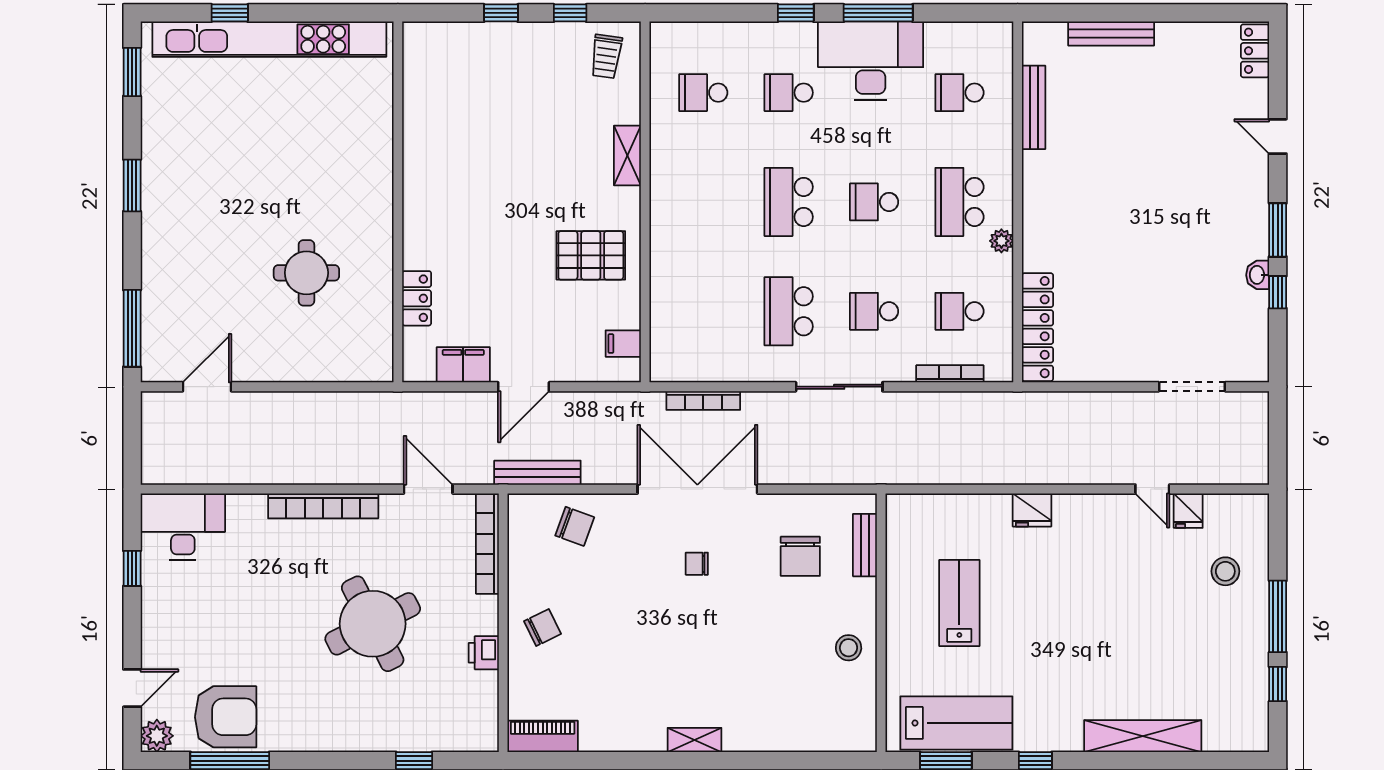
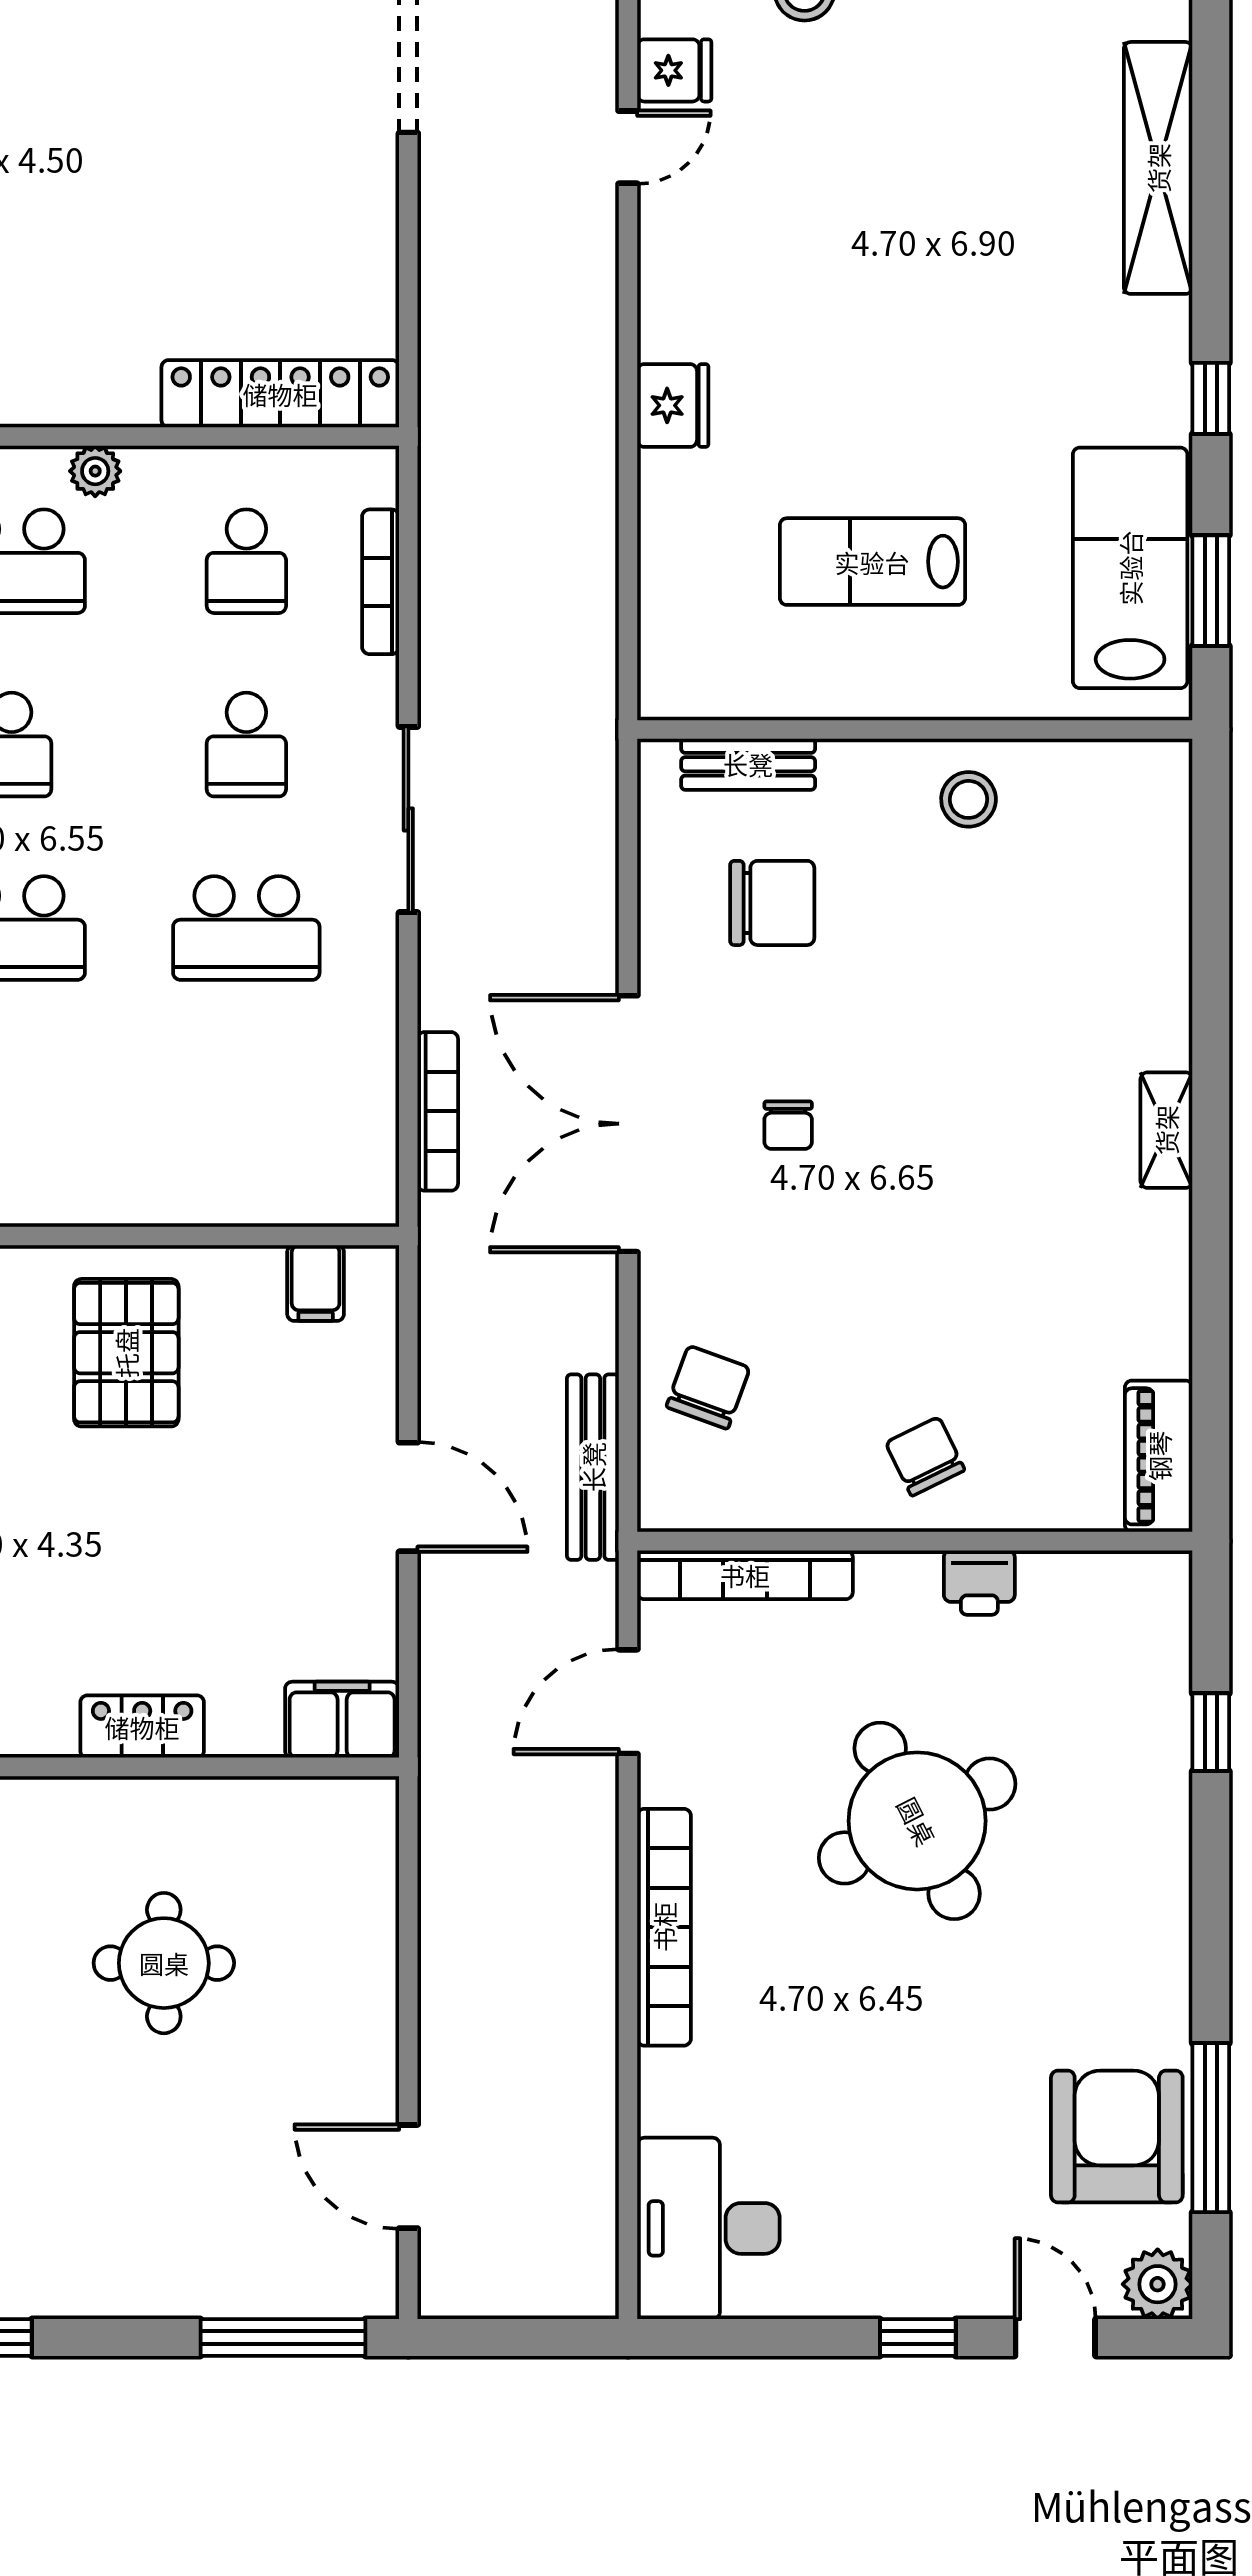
locker: (417, 298) -> (142, 1727), moved
filing cabinet: (463, 365) -> (342, 1720), moved, turned 90
window: (132, 568) -> (918, 2337), moved

